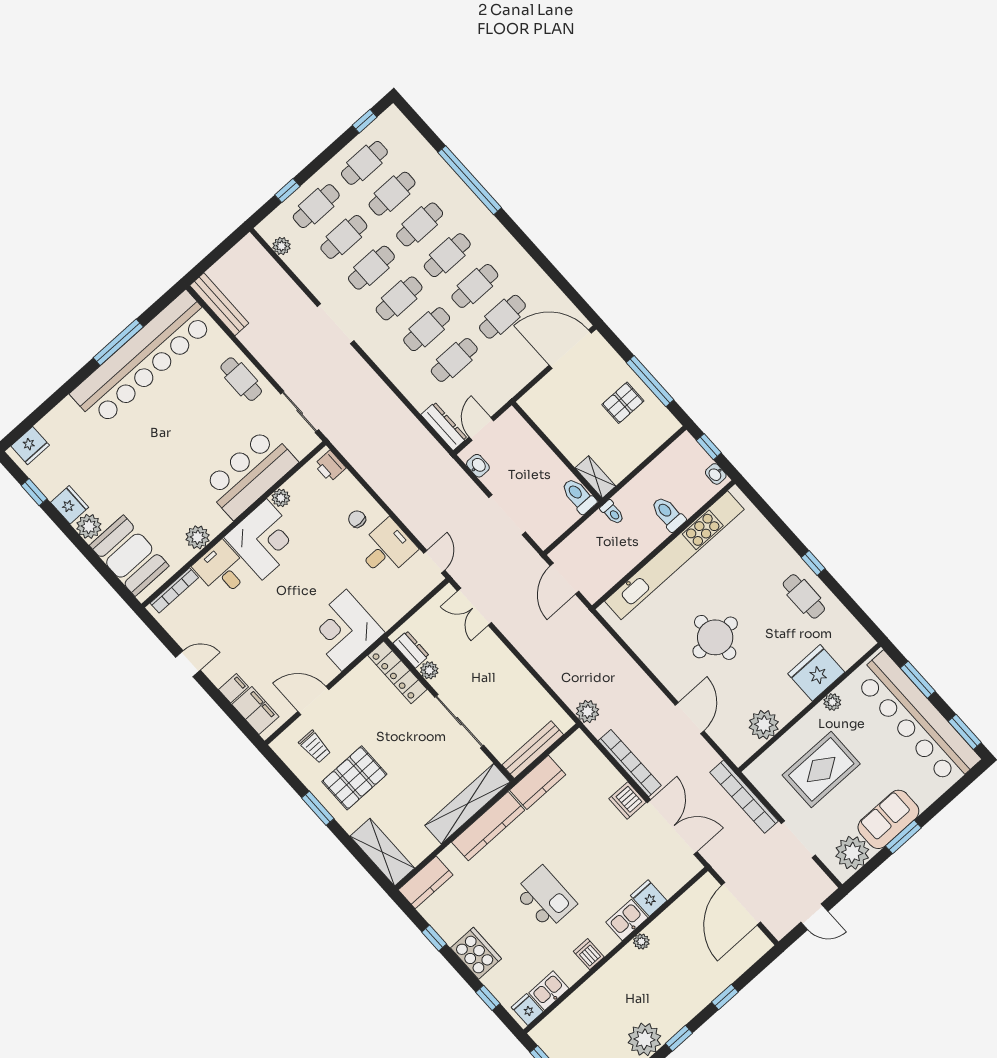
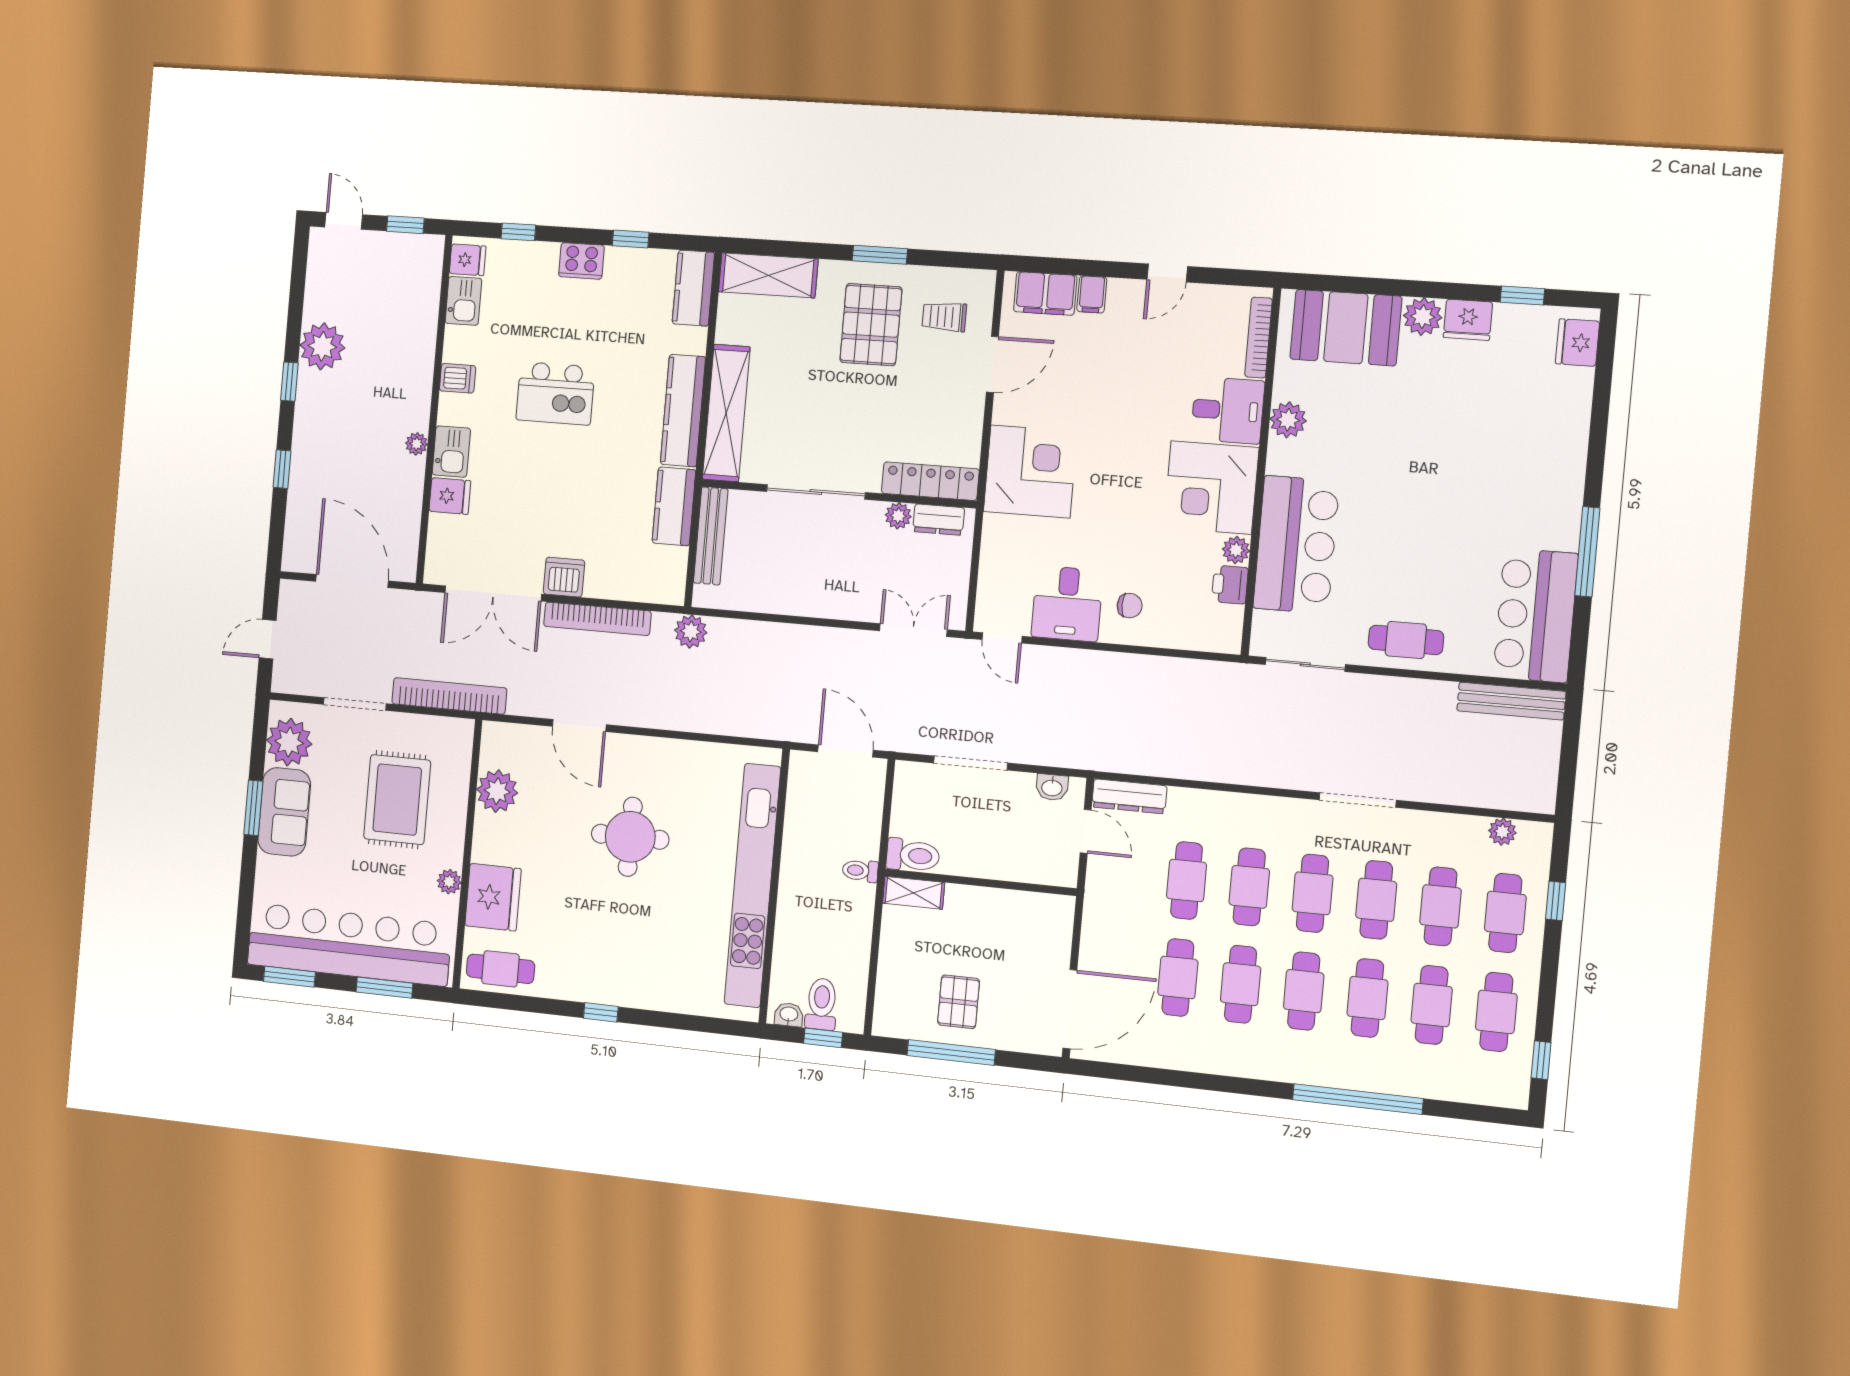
bar counter: (143, 359) -> (1536, 615), width x0.54
printer: (330, 466) -> (1230, 585), moved, turned -90
toilet: (668, 514) -> (821, 1004), moved, turned -90
cafe table: (804, 596) -> (500, 969), moved
cooker: (476, 953) -> (581, 261), width x0.73, depth x0.76

